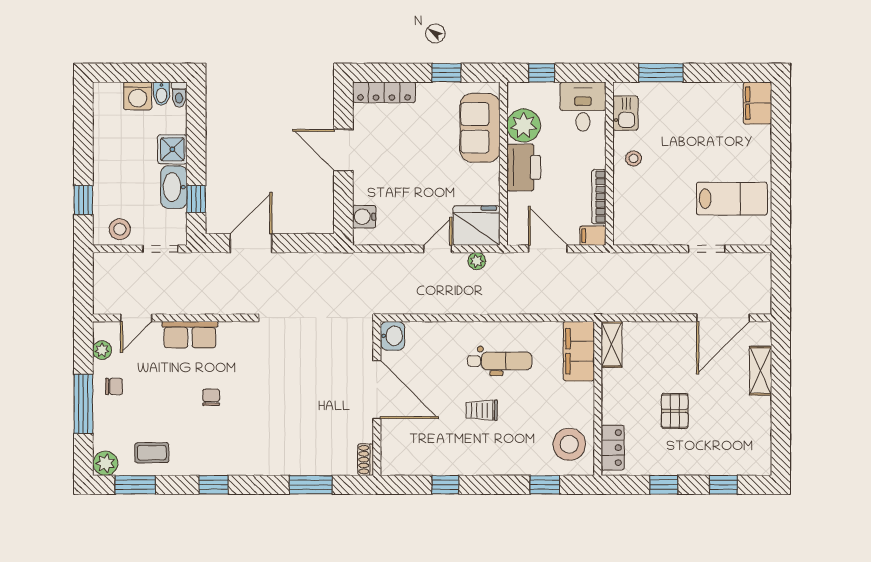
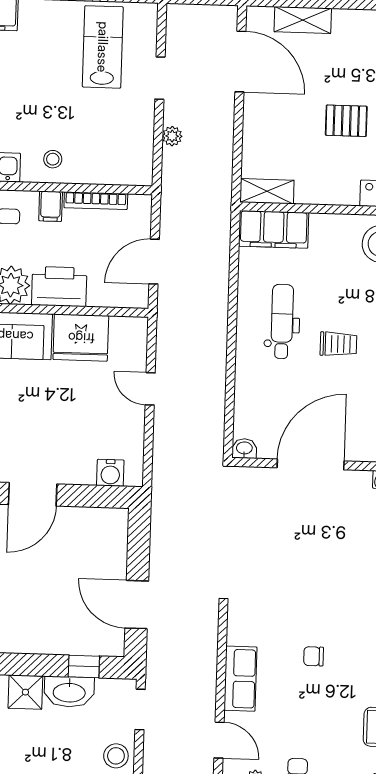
fridge: (477, 226) -> (81, 338), moved, turned -90
filing cabinet: (593, 236) -> (51, 206), moved
plant: (477, 261) -> (172, 136), moved
washbasin: (393, 336) -> (244, 449), width x0.72, depth x0.69
trolley: (482, 410) -> (338, 344), turned -90

